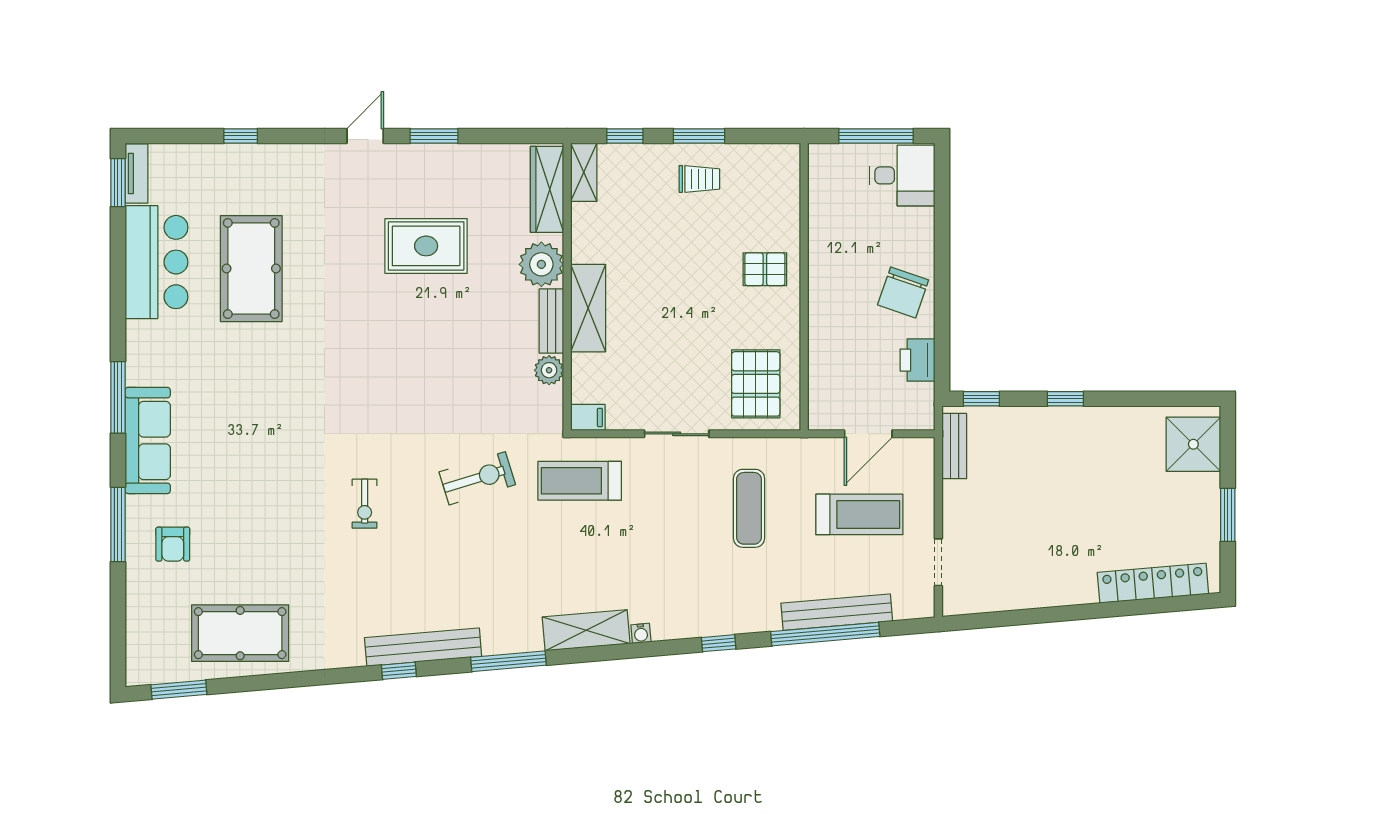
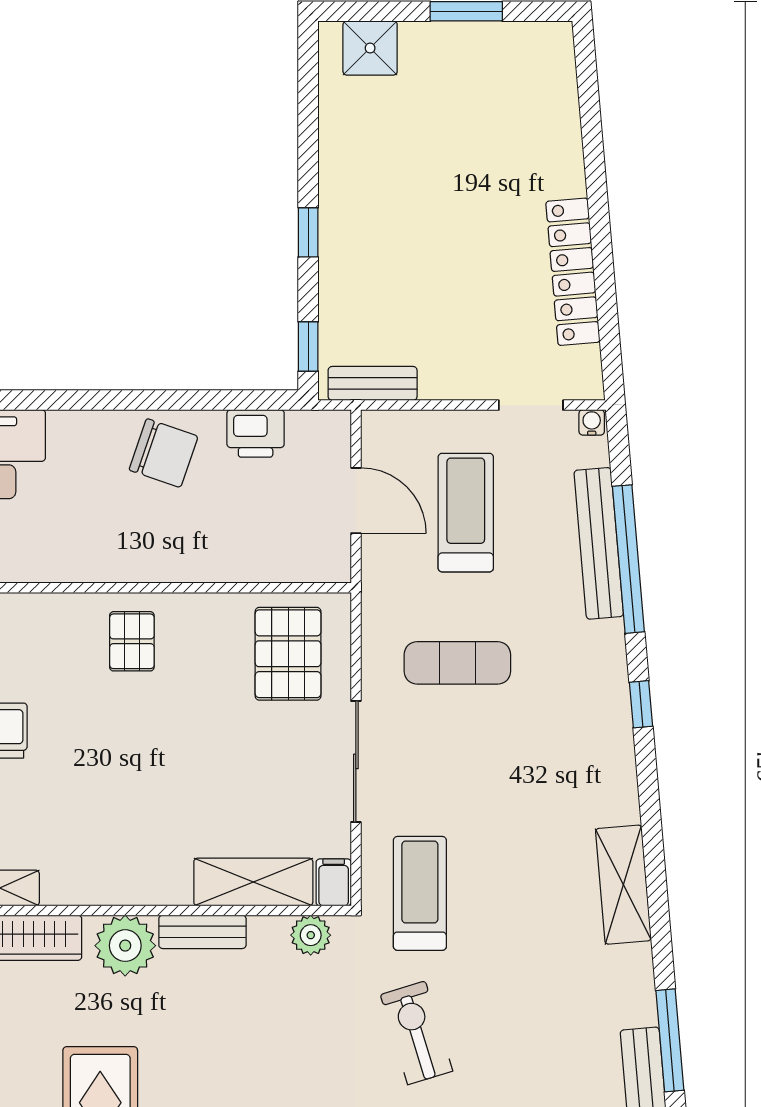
shelving: (588, 308) -> (253, 882), moved
plant: (549, 370) -> (311, 935), moved
pallet: (756, 384) -> (288, 654), turned 90
sliding door: (677, 434) -> (356, 761), width x1.37
shower: (1193, 444) -> (370, 48), width x0.73, depth x0.73
treadmill: (580, 481) -> (420, 893), turned 180
locker: (1153, 583) -> (573, 272), moved
water cooler: (641, 633) -> (592, 422), moved, turned -85
window: (508, 661) -> (670, 1040), moved

